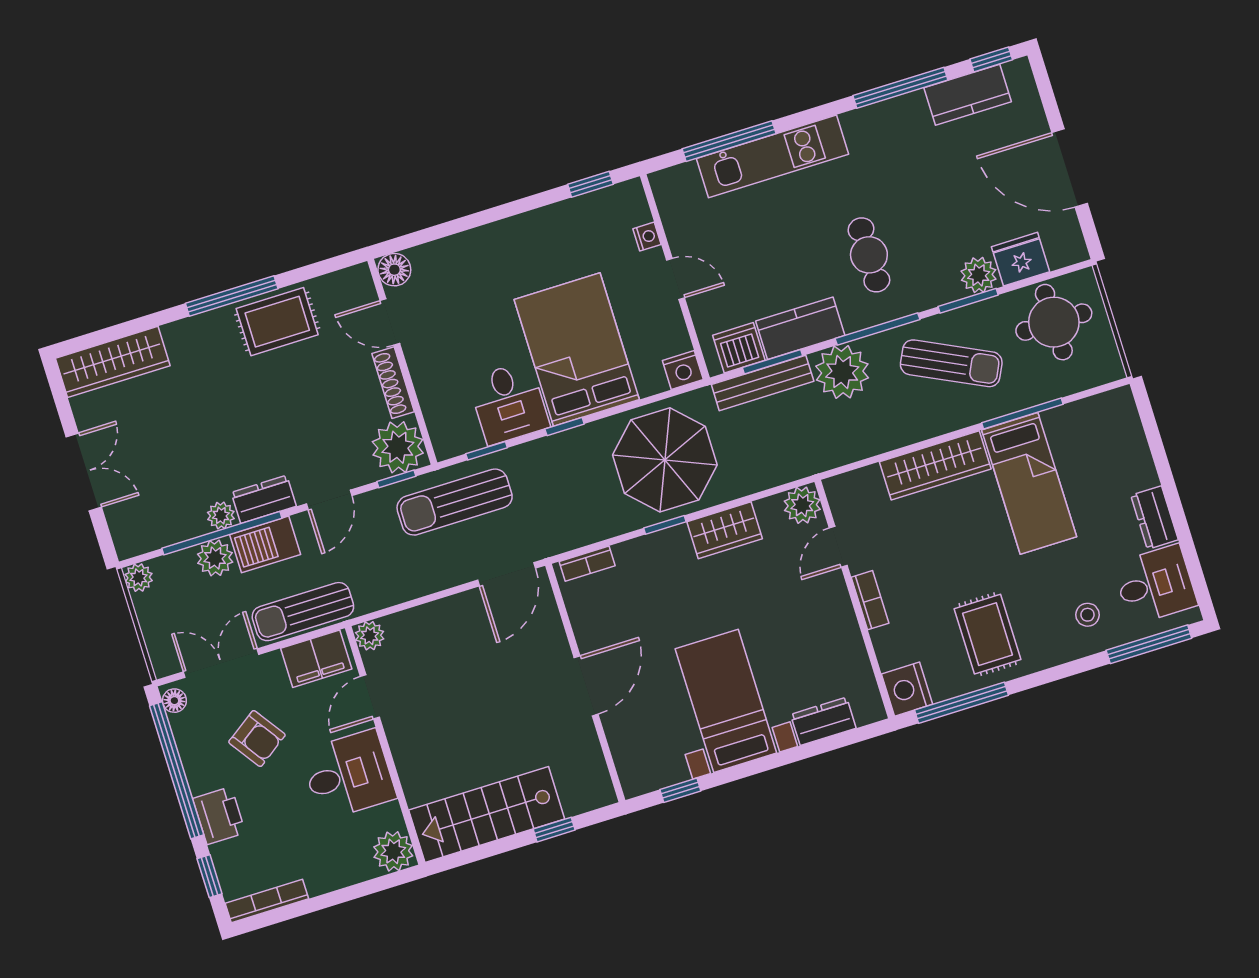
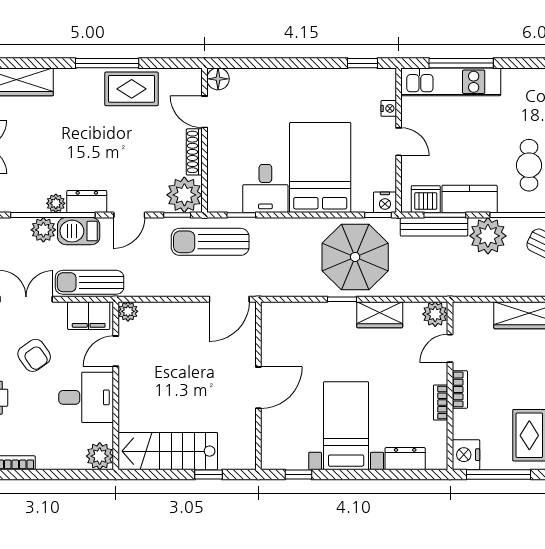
kitchen unit: (773, 156) -> (451, 82), moved
window: (565, 426) -> (378, 215), moved
bookcase: (587, 564) -> (441, 403), moved, turned 90

